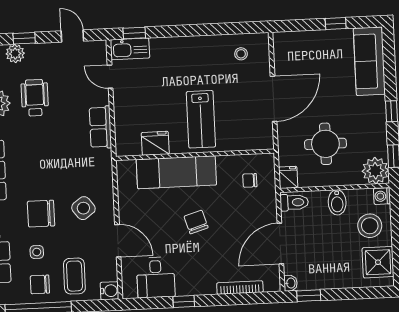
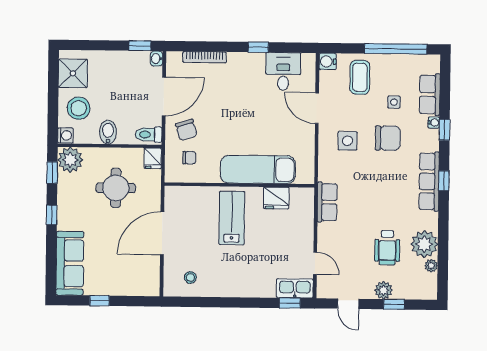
plant: (15, 54) -> (384, 290), moved
row of seats: (100, 127) -> (327, 202), moved
side table: (83, 208) -> (348, 141), turned 37
chair: (196, 222) -> (186, 130), moved
chair: (40, 284) -> (393, 71), removed

